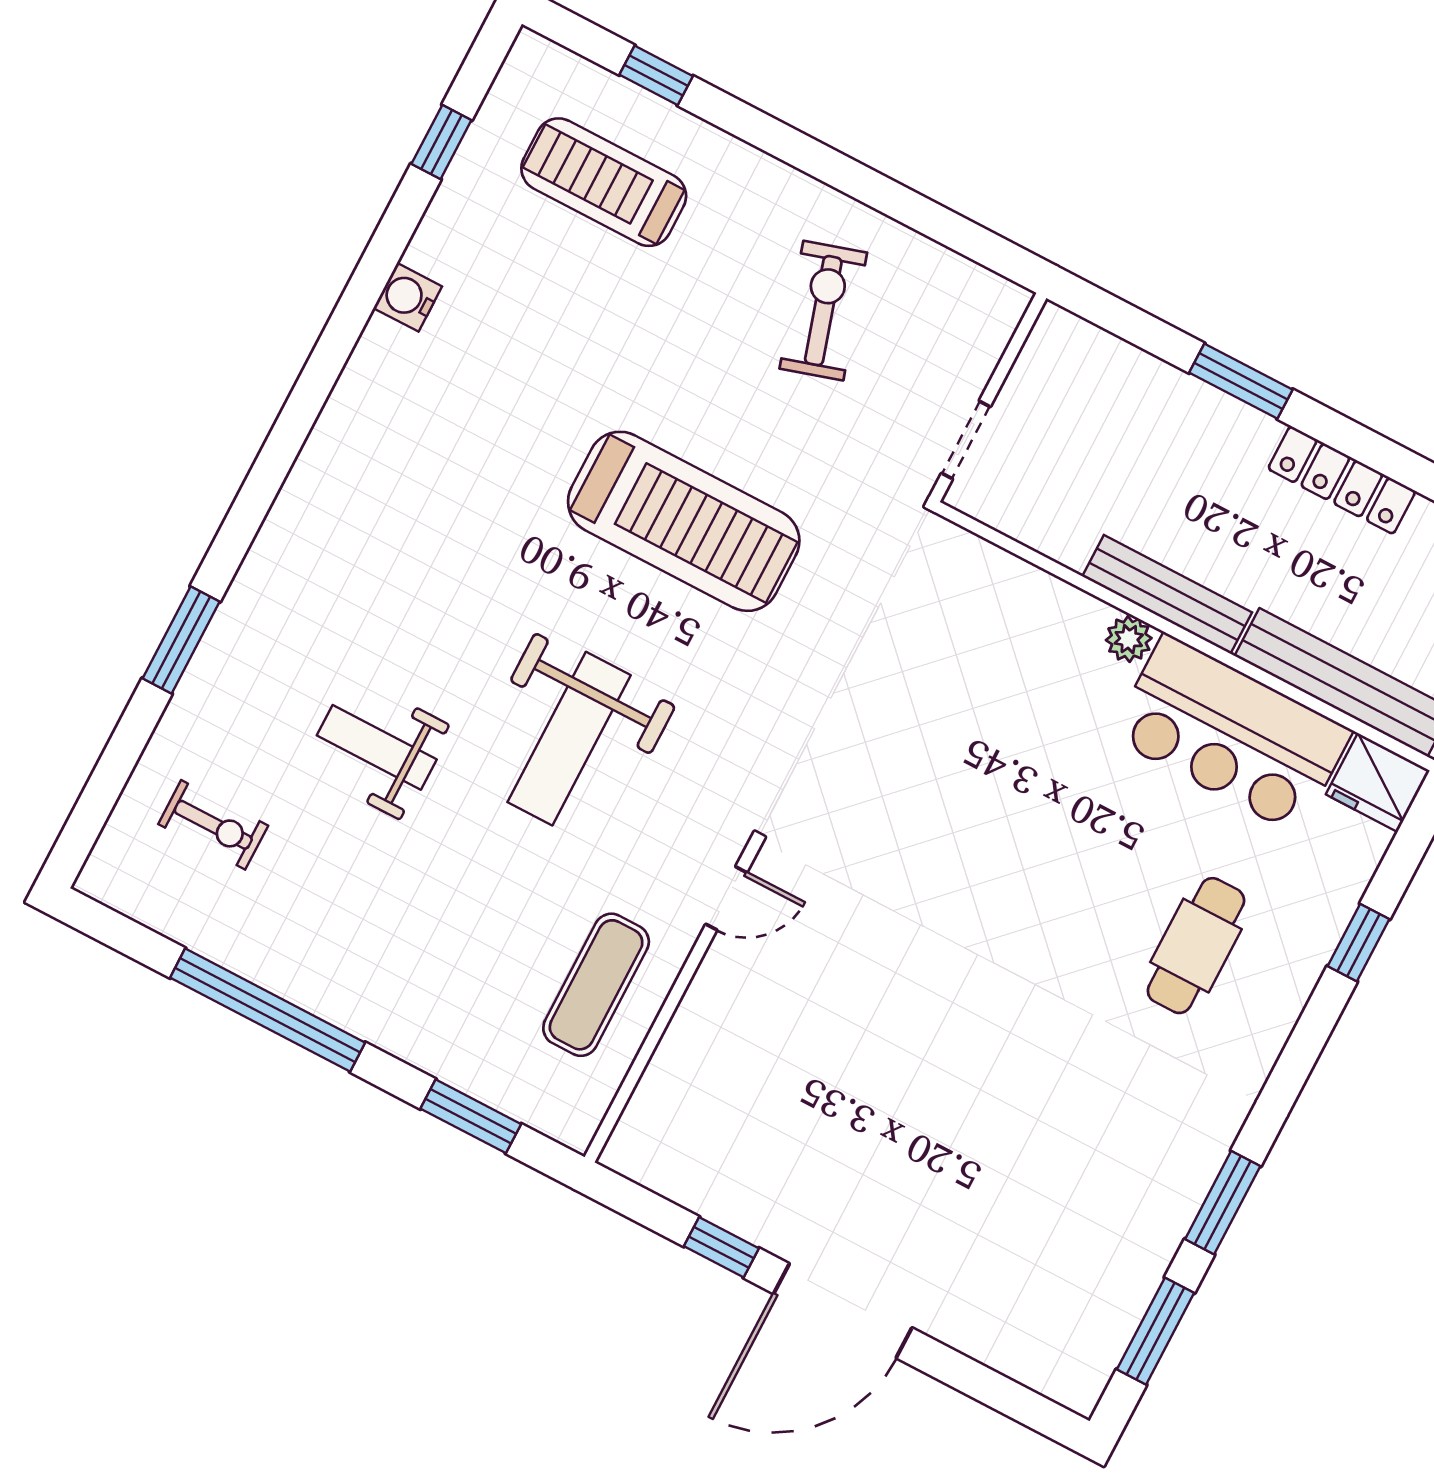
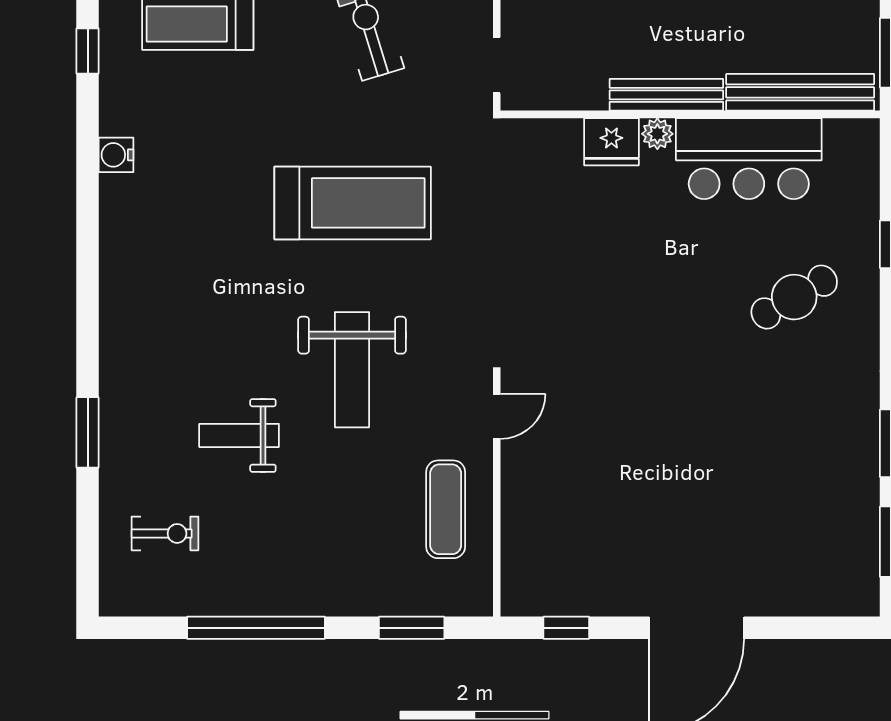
fridge: (1378, 782) -> (611, 142), moved
cafe table: (1196, 946) -> (794, 297), turned 60
window: (721, 1247) -> (566, 628), moved

